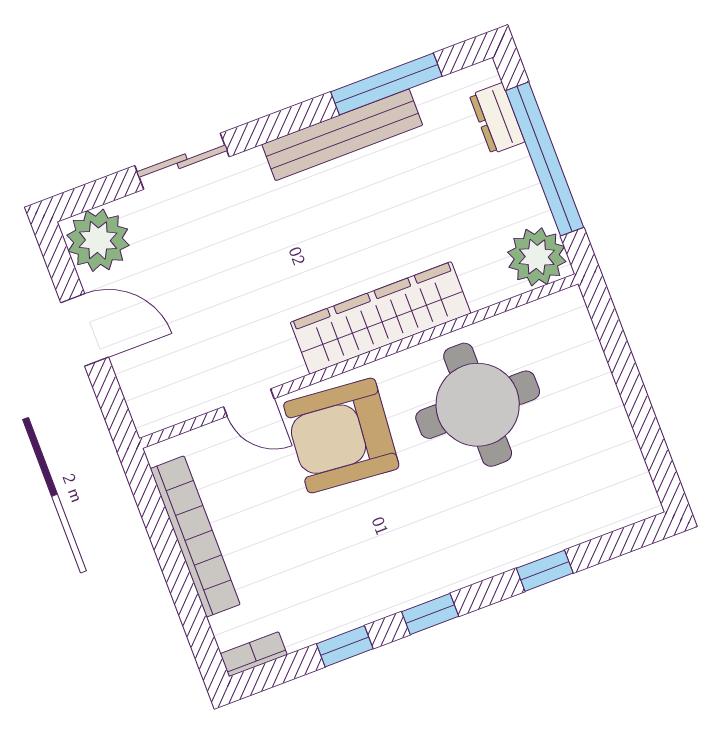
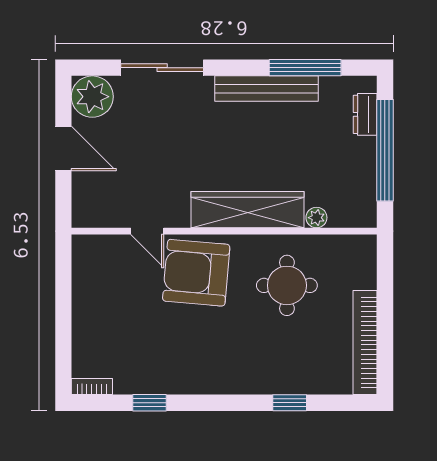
sliding door: (182, 161) -> (162, 68), width x1.37
plant: (537, 257) -> (316, 218), moved, width x0.53, depth x0.53
round table: (478, 405) -> (287, 285), width x0.73, depth x0.73
bookcase: (195, 536) -> (365, 343), moved, turned 180
window: (430, 614) -> (209, 403), removed

